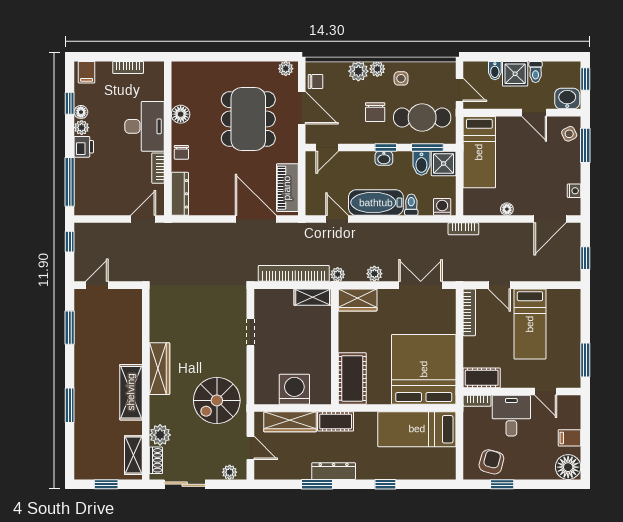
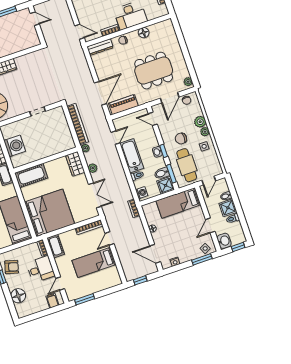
shelving: (313, 297) -> (68, 139), removed
filing cabinet: (570, 438) -> (52, 301), moved
floor lamp: (568, 467) -> (18, 296), moved

